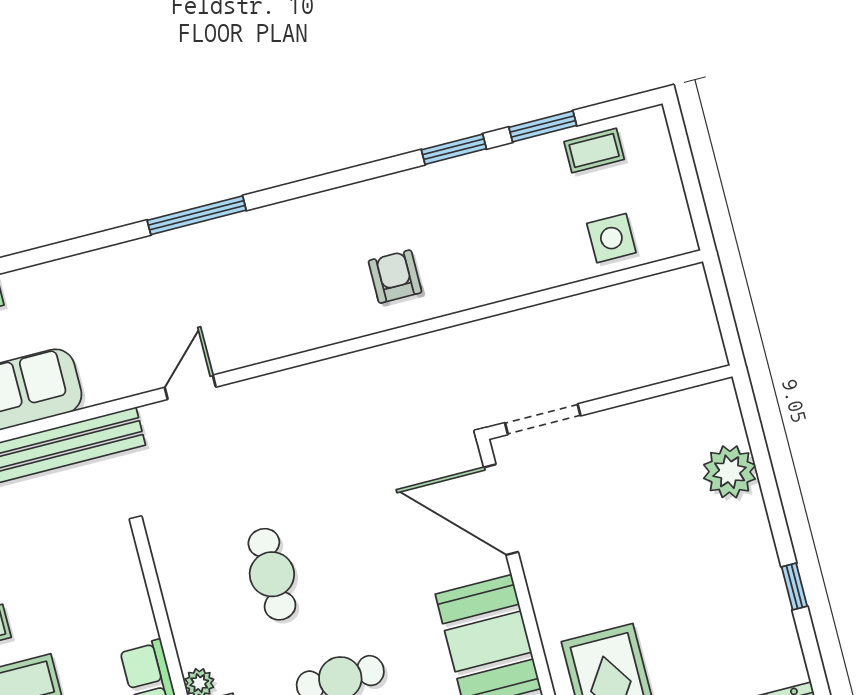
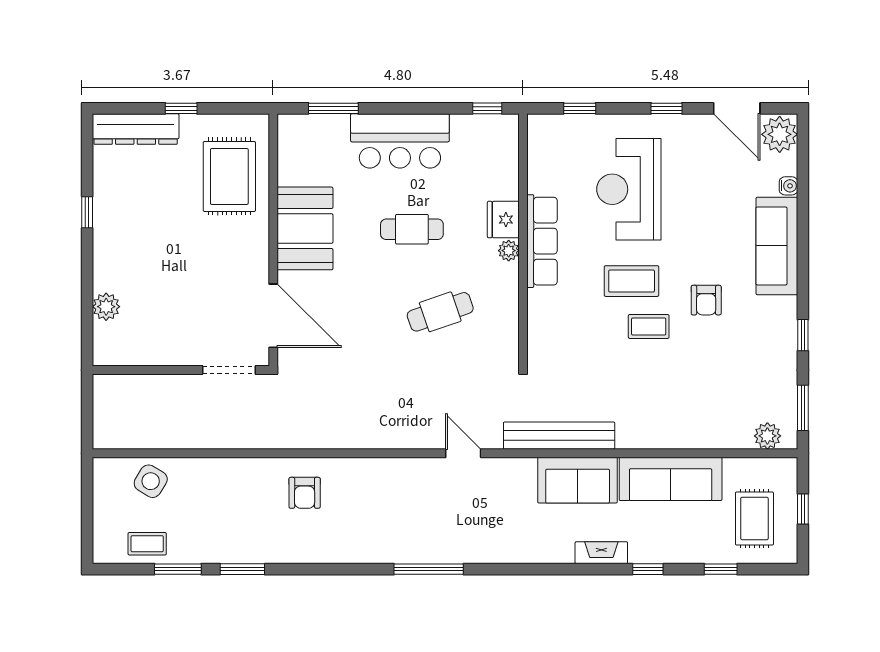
side table: (611, 238) -> (151, 481), turned 31
door: (190, 387) -> (463, 453), swing flipped
plant: (730, 472) -> (106, 307), width x0.73, depth x0.73
cafe table: (272, 574) -> (440, 312), turned 71

